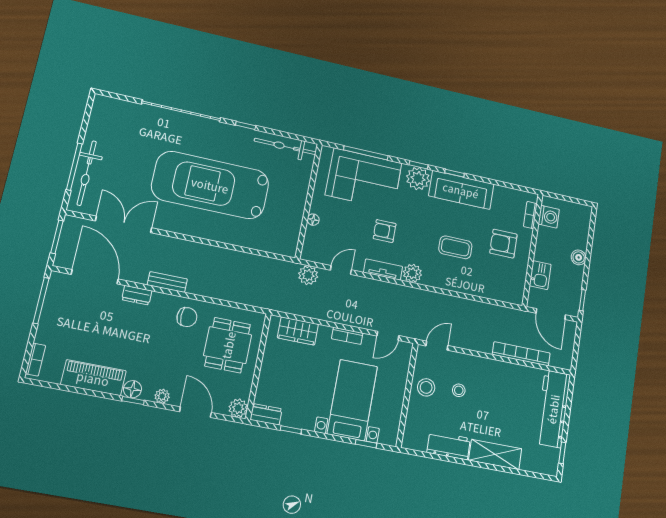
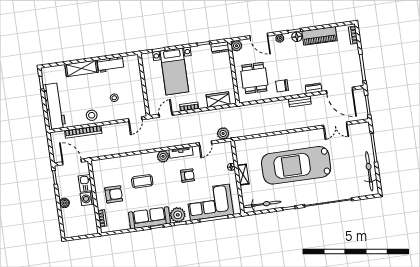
bicycle: (87, 173) -> (369, 171), moved
car: (210, 185) -> (296, 165), turned 180
shelving: (299, 201) -> (243, 175), added
washing machine: (549, 217) -> (87, 199), moved
double door: (124, 224) -> (335, 125), width x0.73
stool: (426, 387) -> (92, 115), moved

